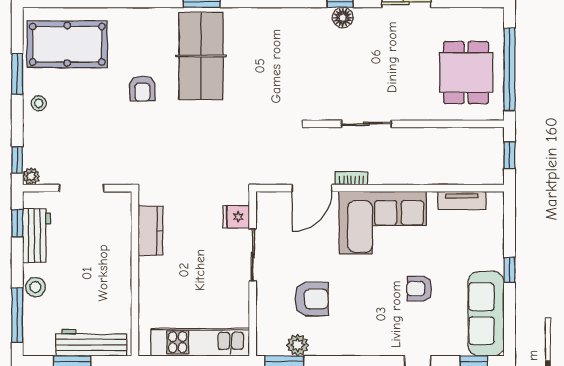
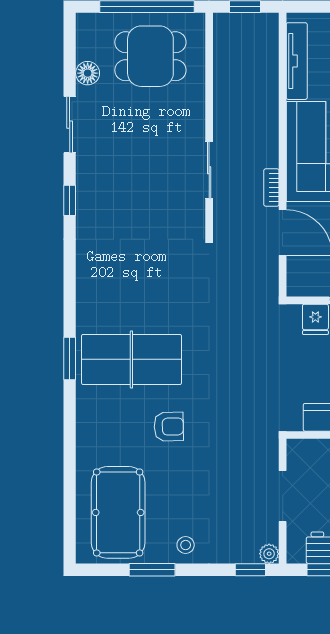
floor lamp: (343, 18) -> (88, 73), moved
tv unit: (462, 200) -> (297, 61), width x1.41

